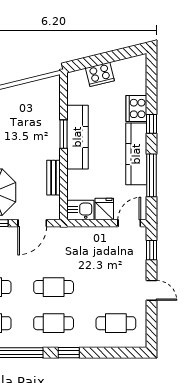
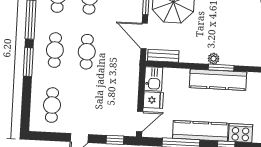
plant: (54, 143) -> (214, 59), added
bench: (54, 178) -> (163, 56), moved
door: (129, 223) -> (140, 121), hinge flipped
window: (69, 353) -> (28, 62), width x1.50

